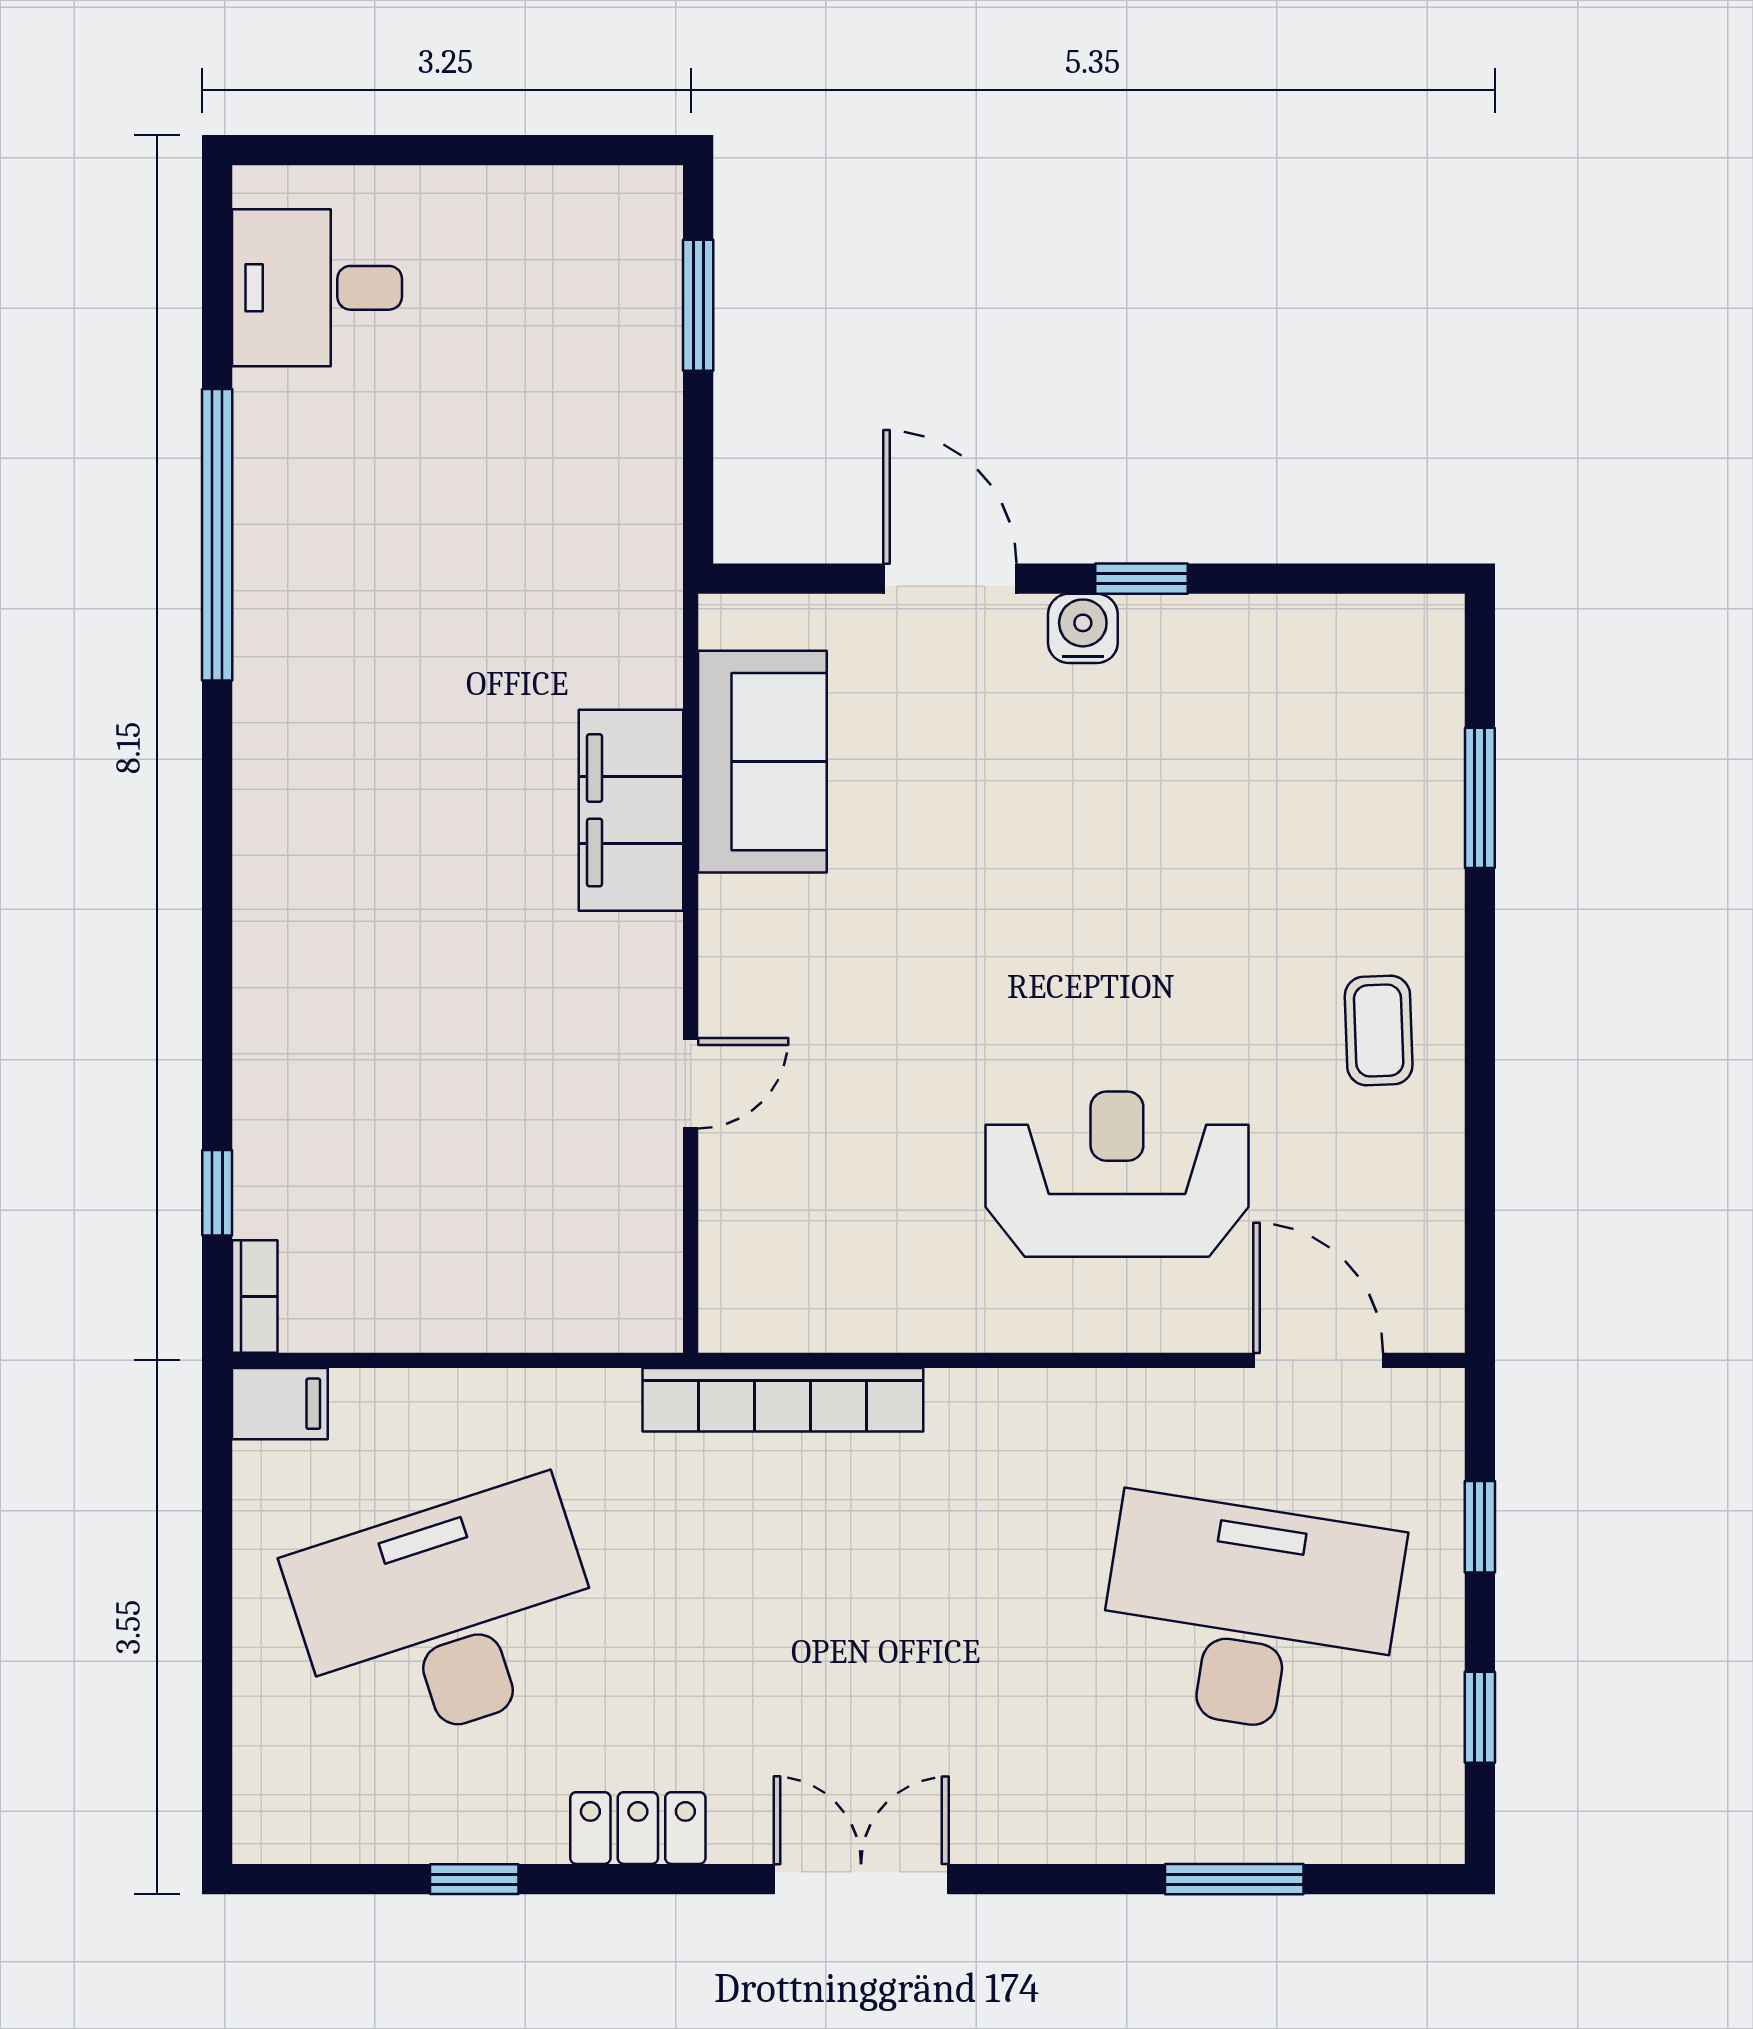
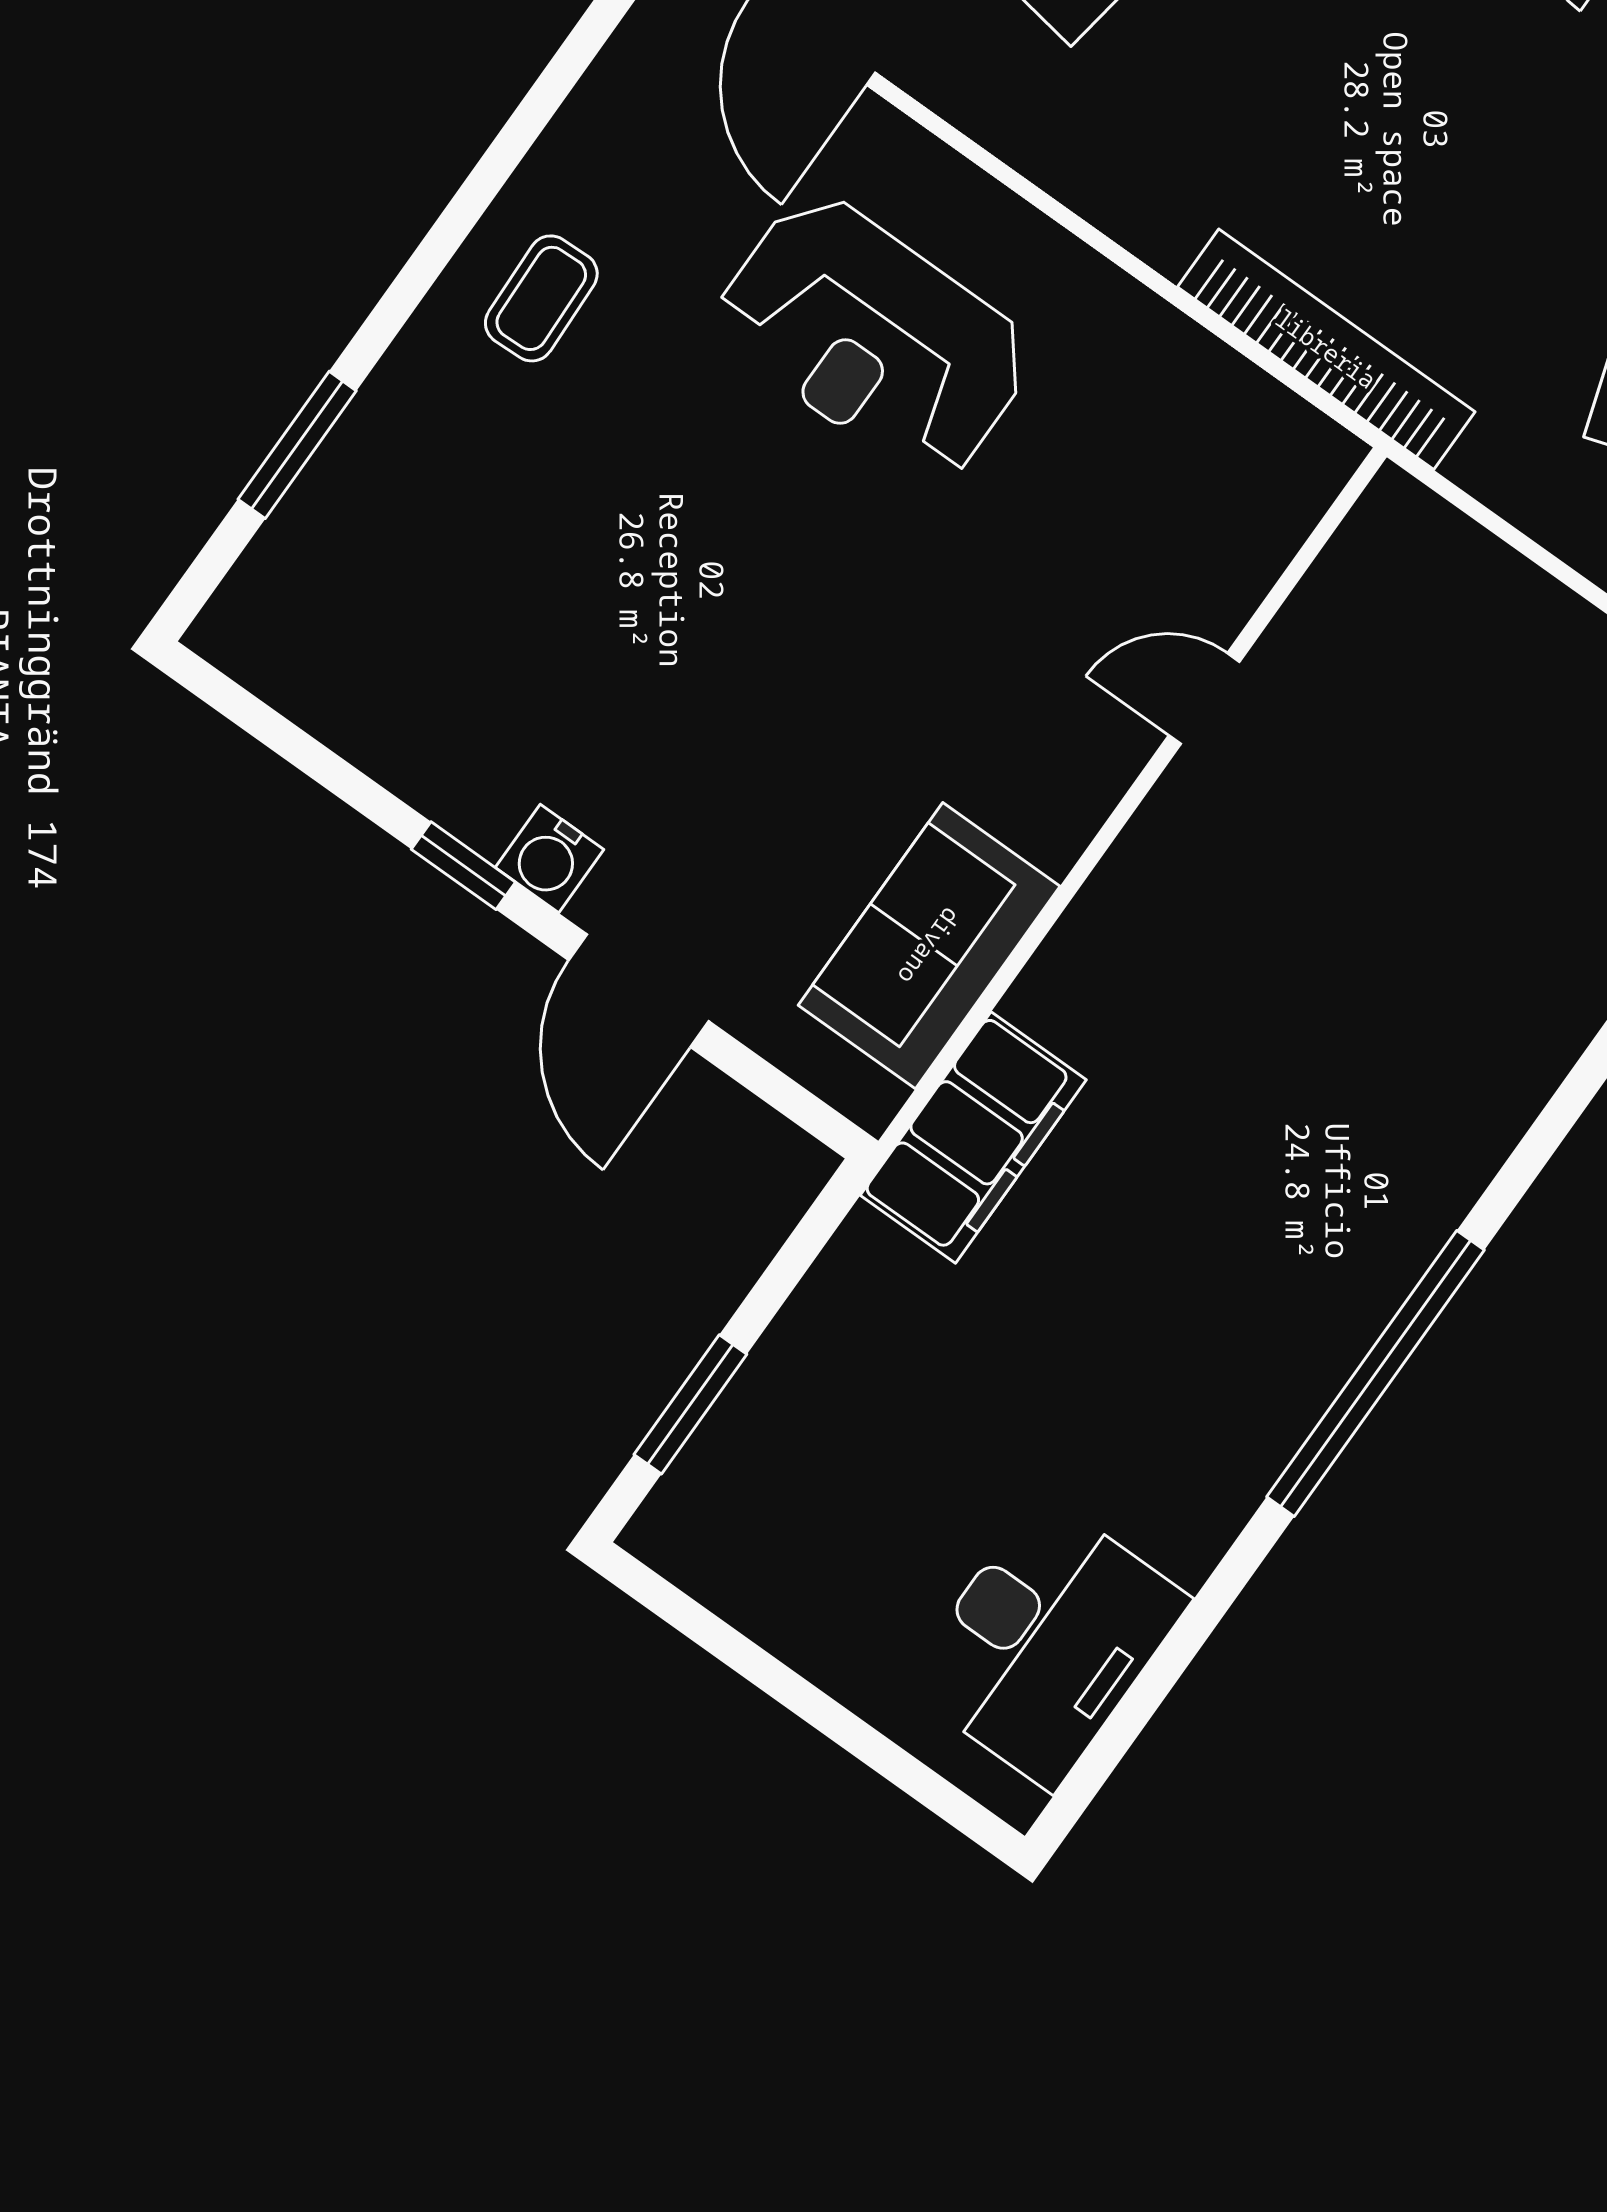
desk: (317, 288) -> (1046, 1642), width x1.37
window: (217, 535) -> (1376, 1373), moved
filing cabinet: (631, 810) -> (973, 1138), moved

